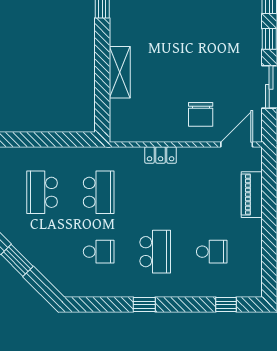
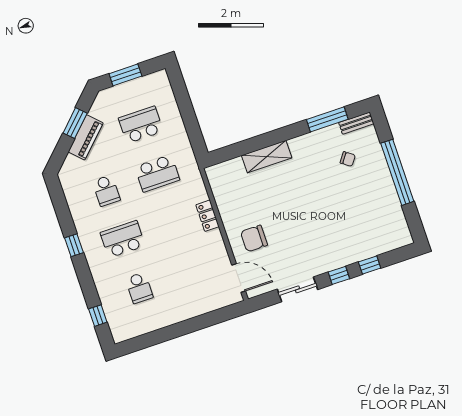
piano: (252, 195) -> (86, 137), moved, turned 135
school desk: (155, 252) -> (123, 239), turned 180

